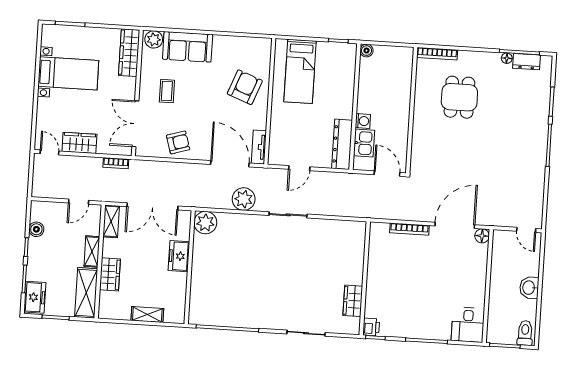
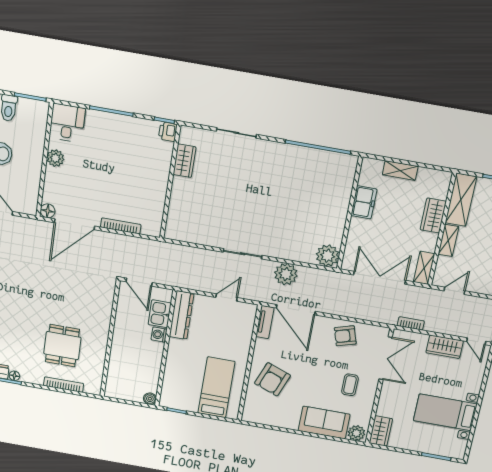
wardrobe: (129, 53) -> (381, 431), width x0.67
bookcase: (437, 54) -> (64, 385), moved
freezer: (179, 256) -> (364, 202), moved
plant: (477, 289) -> (55, 158), added

